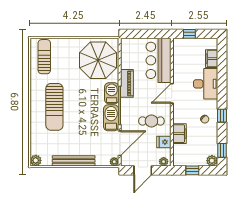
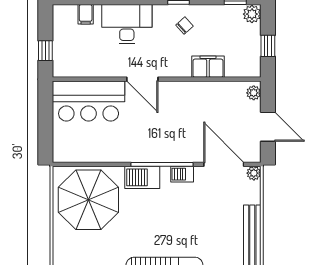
filing cabinet: (212, 59) -> (86, 14), width x0.50
piano: (127, 83) -> (126, 152), removed
barbecue: (111, 118) -> (182, 174), width x0.53, depth x0.65
cafe table: (151, 121) -> (187, 113), removed
fridge: (164, 142) -> (222, 92), removed

